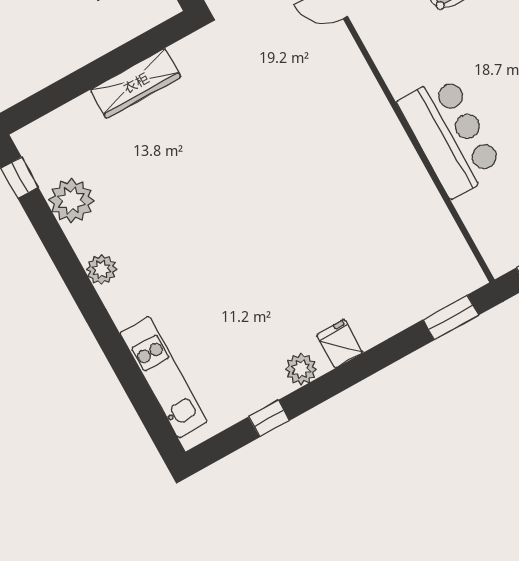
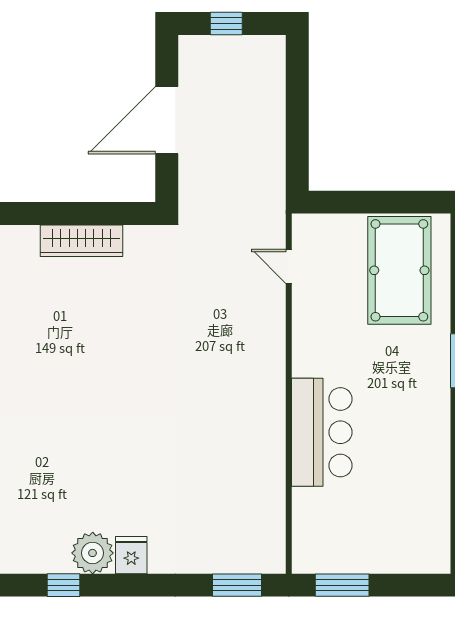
plant: (301, 369) -> (93, 553), width x1.36, depth x1.36
window: (269, 419) -> (63, 585), moved

